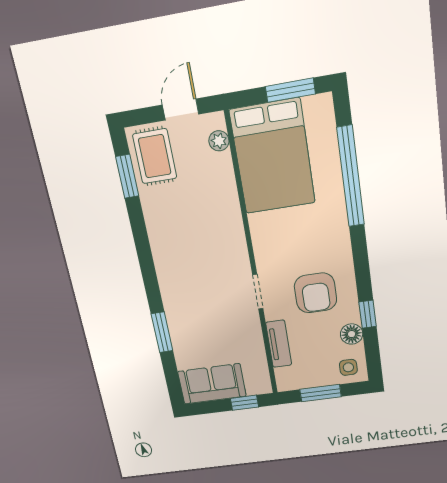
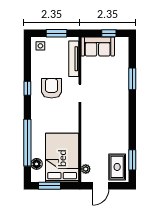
window: (368, 314) -> (27, 88), moved
floor lamp: (352, 334) -> (37, 164), moved
tv unit: (279, 344) -> (74, 59), width x1.41
sofa: (212, 384) -> (98, 46), moved
window: (244, 403) -> (109, 33), moved

